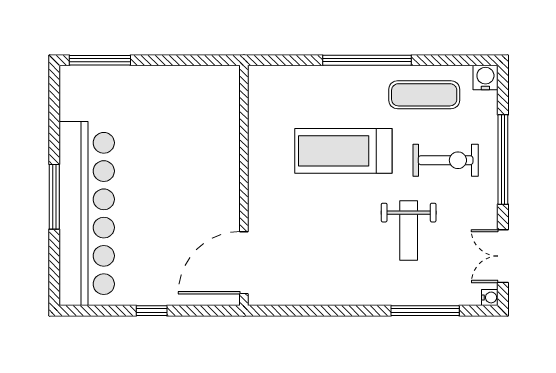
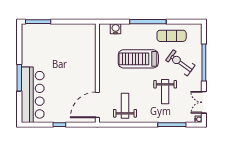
water cooler: (485, 78) -> (116, 29), moved
exercise bike: (446, 160) -> (180, 63), turned -144
bar counter: (87, 213) -> (33, 95), width x0.73
weight bench: (311, 265) -> (125, 106), added

